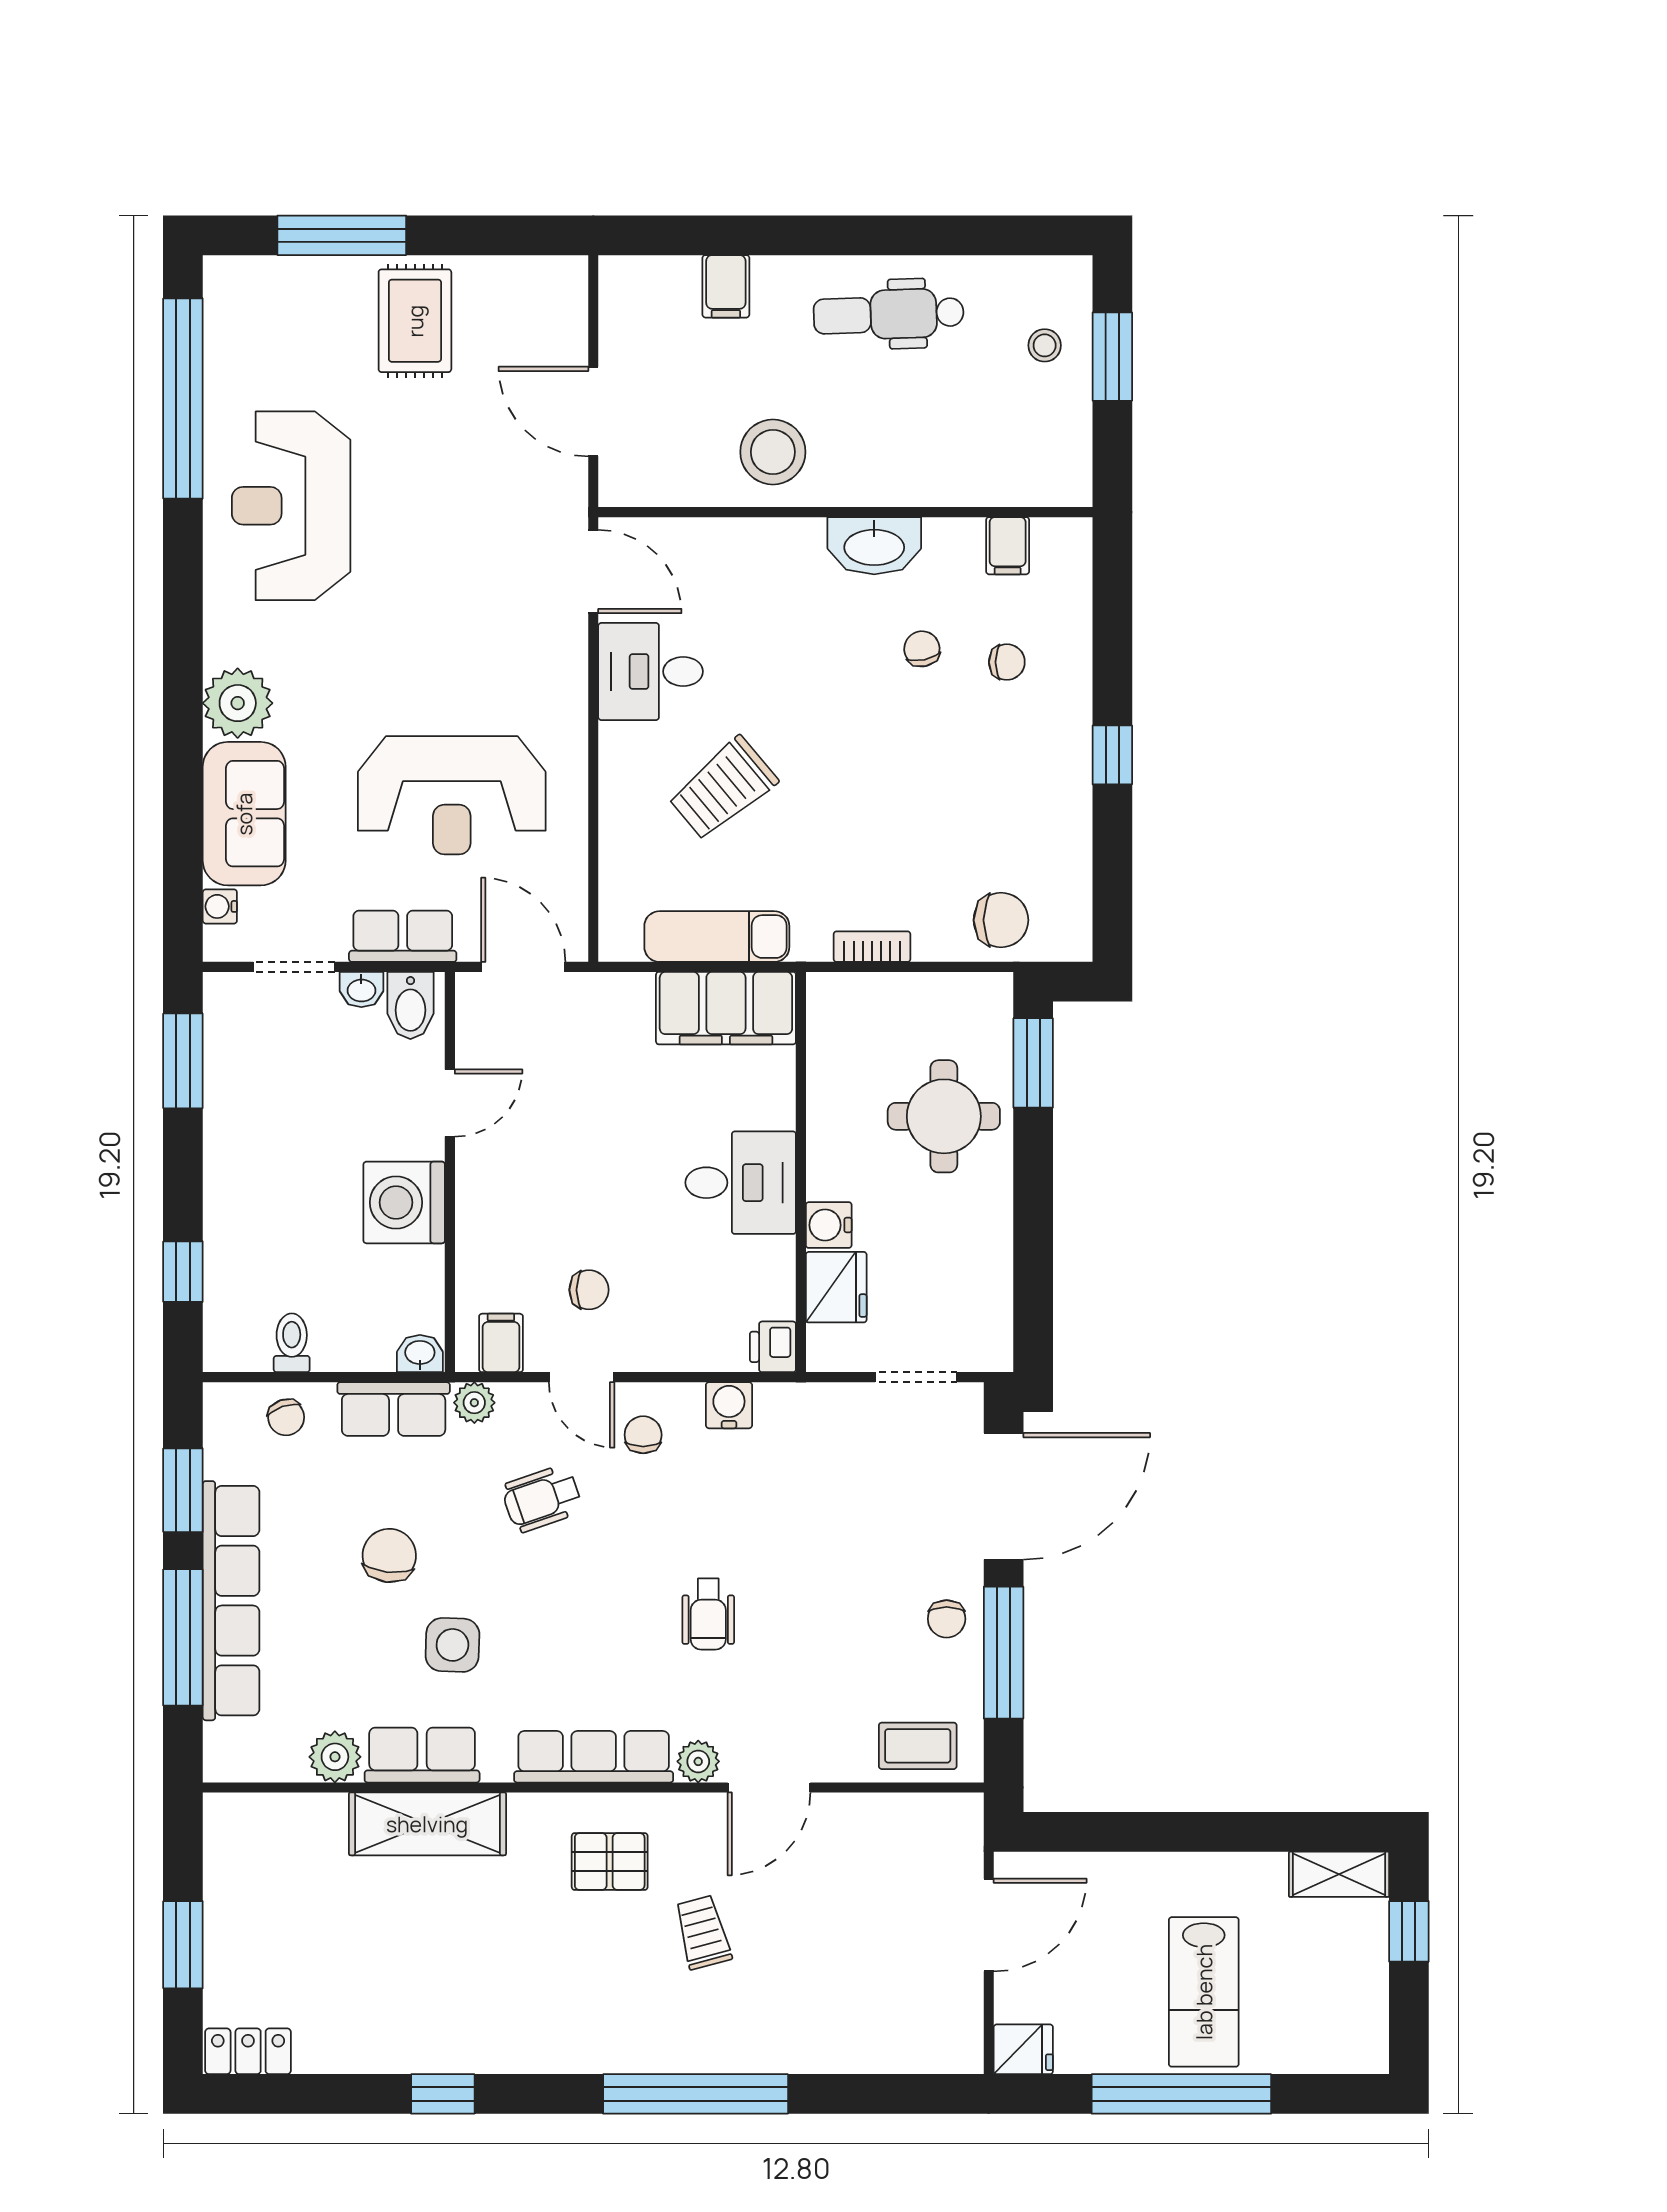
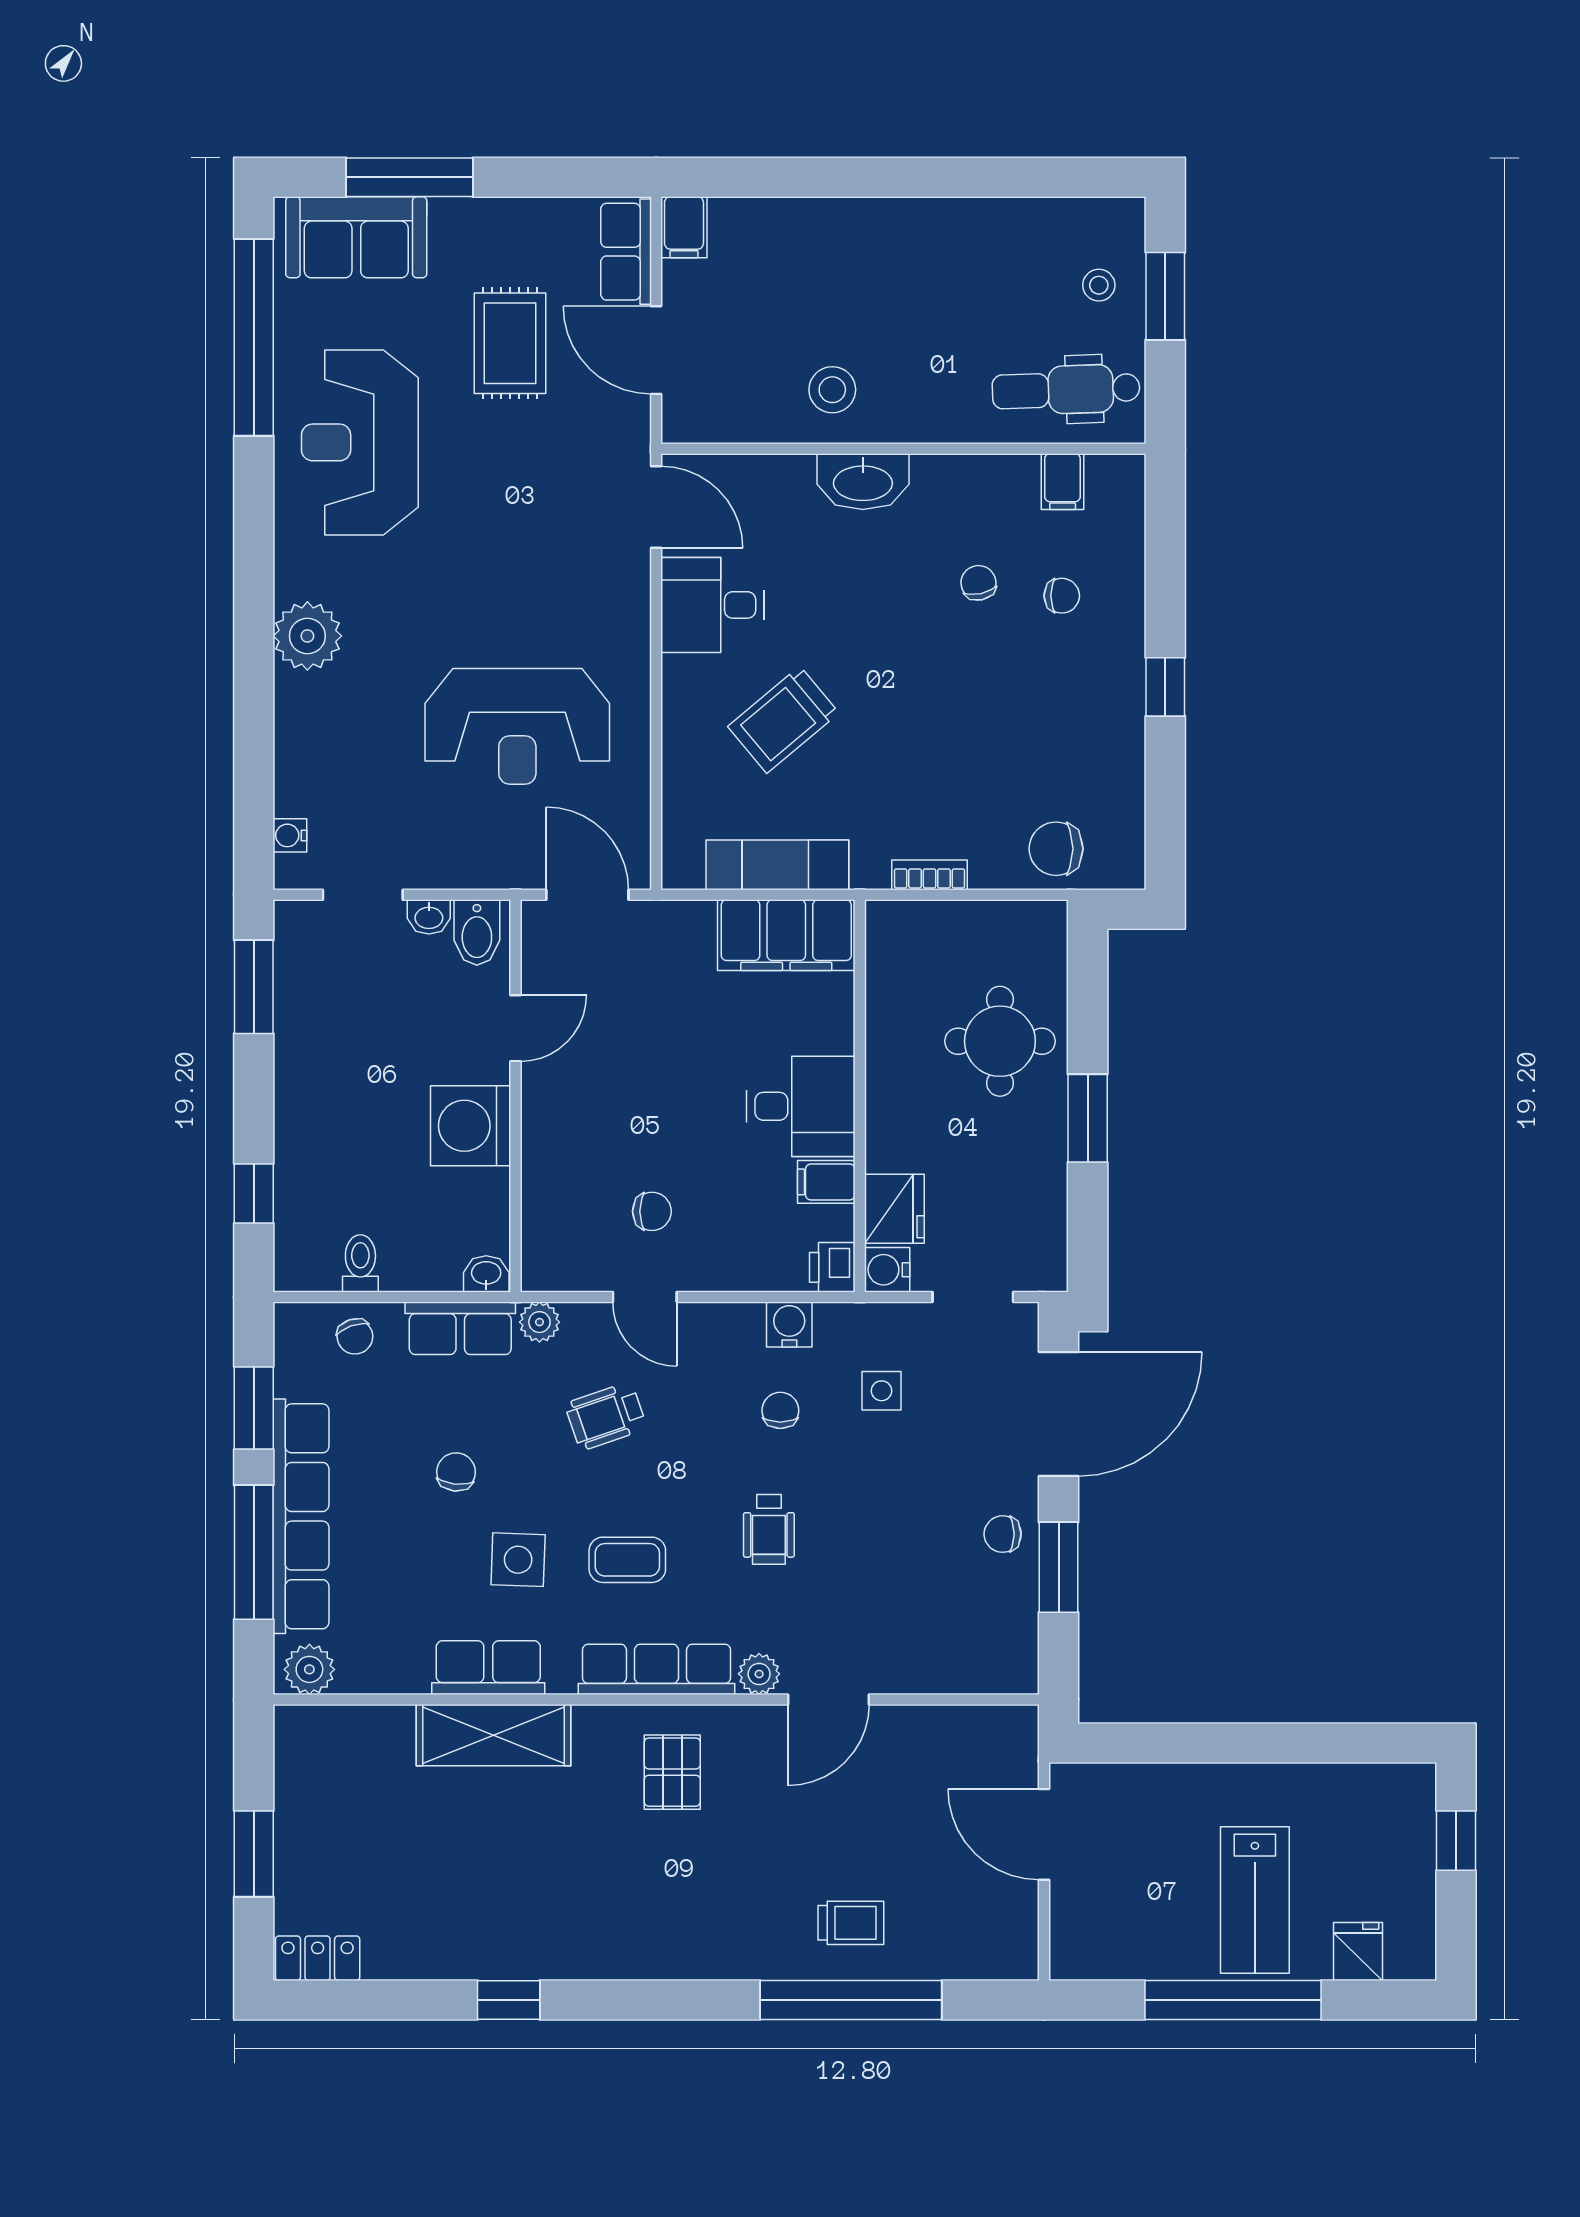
filing cabinet: (726, 286) -> (684, 227), moved
dental chair: (889, 314) -> (1066, 390), moved
rug: (415, 321) -> (510, 343), moved
stool: (773, 452) -> (832, 390), width x0.73, depth x0.73
washbasin: (874, 546) -> (863, 482), moved
sofa: (244, 814) -> (356, 237), moved, turned 90
chair: (1001, 920) -> (1056, 849), turned 180
row of seats: (403, 936) -> (626, 252), moved, turned -90
window: (1033, 1063) -> (1088, 1118), moved
water cooler: (829, 1225) -> (887, 1270), moved
filing cabinet: (501, 1343) -> (826, 1182), moved, turned -90
chair: (643, 1435) -> (780, 1410), moved
side table: (823, 1473) -> (881, 1391), added
chair: (389, 1555) -> (456, 1472), width x0.73, depth x0.73
chair: (947, 1619) -> (1003, 1534), turned 90
window: (1004, 1653) -> (1059, 1567), width x0.69
coffee table: (918, 1746) -> (627, 1560), moved
plant: (335, 1757) -> (309, 1669), moved
pallet: (610, 1861) -> (672, 1772), turned 90
shelving: (1339, 1874) -> (1387, 1785), removed
door: (989, 1925) -> (1044, 1834), swing flipped
trolley: (703, 1932) -> (851, 1923), moved, turned 105
fridge: (1023, 2049) -> (1358, 1952), moved, turned -90
window: (696, 2094) -> (851, 2000), moved

